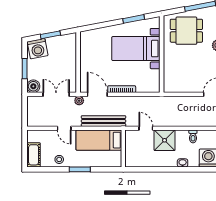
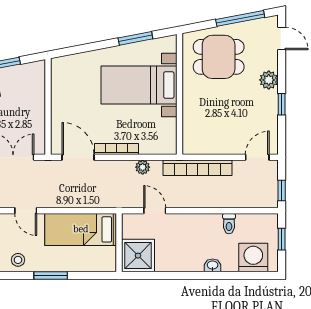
plant: (79, 101) -> (143, 167), moved
bookcase: (173, 101) -> (197, 168), added
bench: (104, 121) -> (88, 199), removed
shower: (165, 140) -> (138, 256), moved

